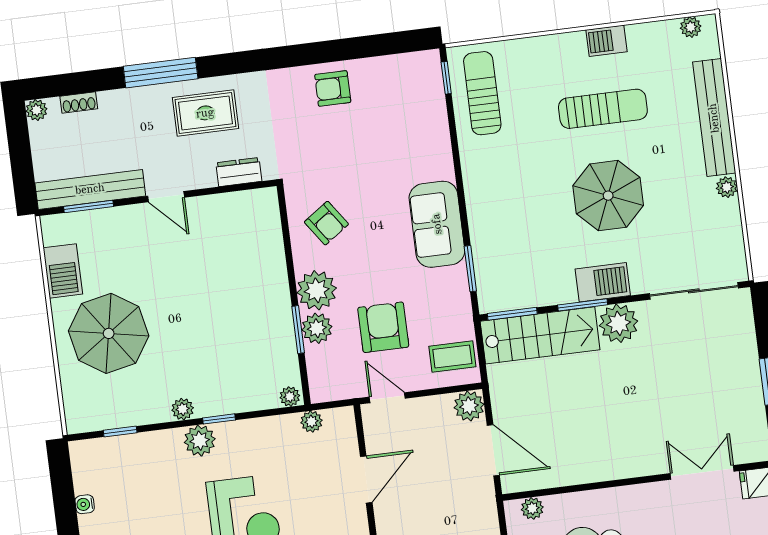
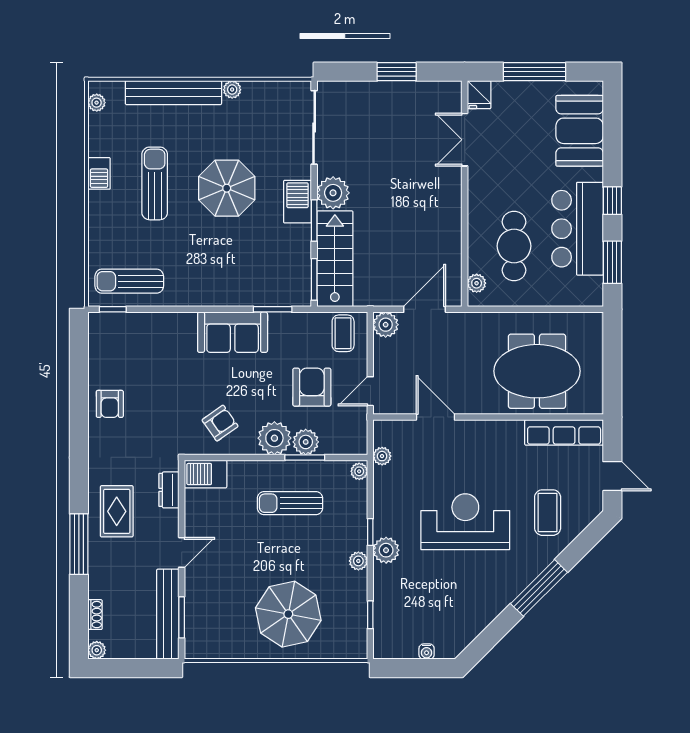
barbecue: (63, 271) -> (206, 474), moved, turned 180
sun lounger: (241, 319) -> (290, 503), added
armchair: (383, 327) -> (312, 387), turned 90

